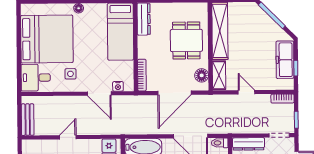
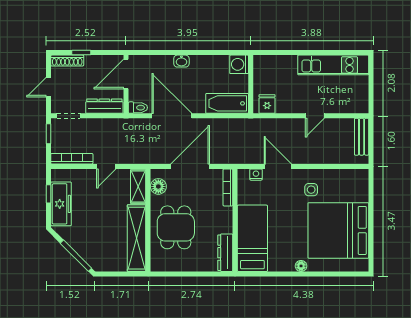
desk: (36, 78) -> (352, 186), removed
door: (246, 92) -> (106, 166), hinge flipped
bookcase: (283, 99) -> (72, 159), width x1.56

